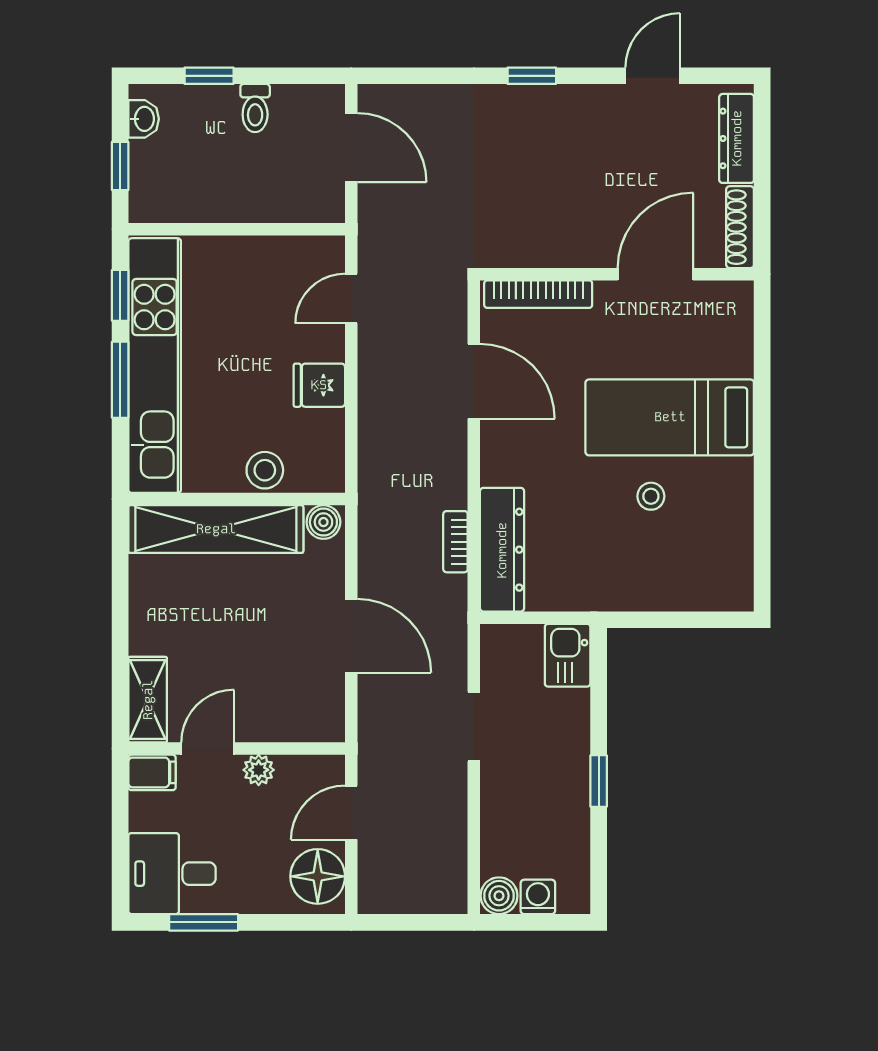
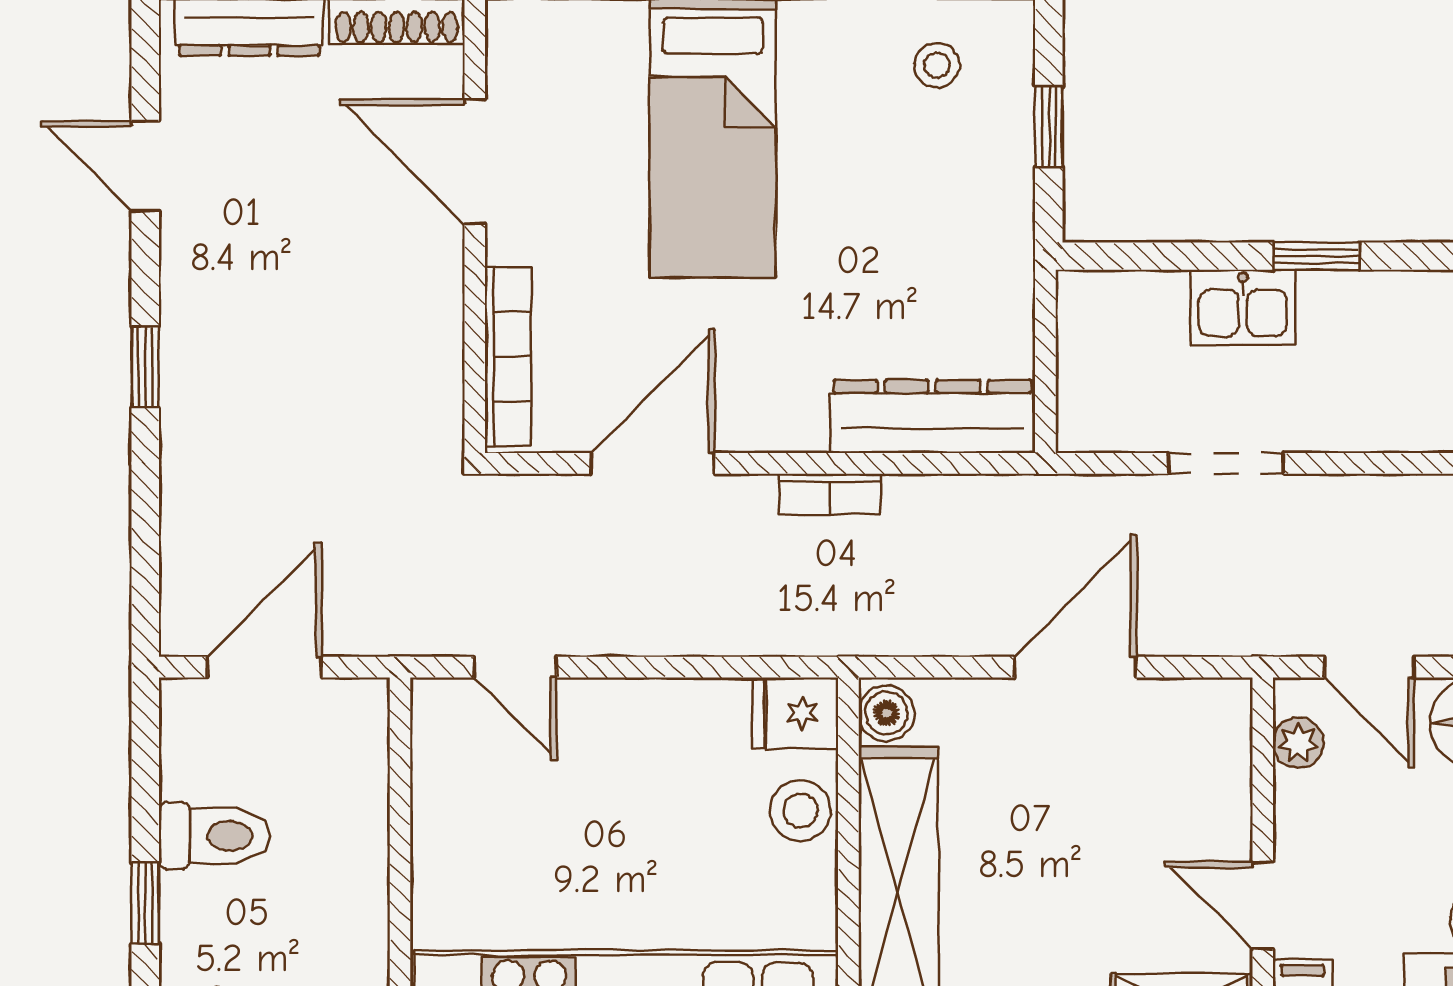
toilet: (255, 108) -> (214, 836), width x1.37, depth x1.39
fridge: (319, 385) -> (795, 713), moved, turned 90
stool: (651, 496) -> (937, 65), moved
bookcase: (455, 542) -> (830, 494), moved
window: (677, 620) -> (1049, 127), added
kitchen sink: (568, 655) -> (1243, 308), moved
plant: (259, 770) -> (1298, 743), moved

